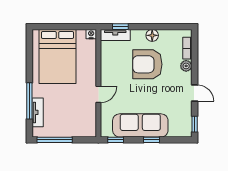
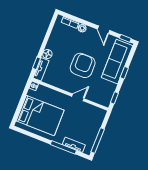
floor lamp: (152, 35) -> (47, 54), moved
armchair: (147, 64) -> (83, 65), moved, turned 180
door: (195, 93) -> (103, 30), swing flipped
door: (98, 94) -> (78, 97), hinge flipped
sofa: (140, 125) -> (117, 62), moved

